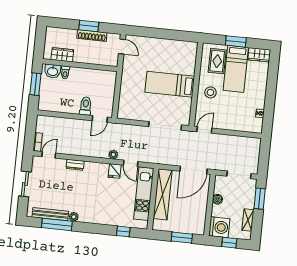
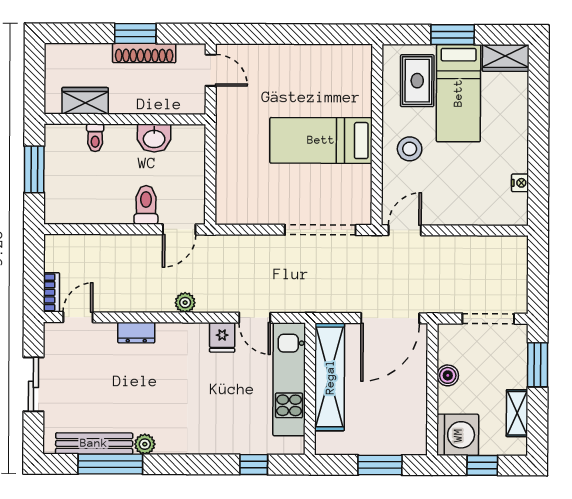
washbasin: (53, 71) -> (154, 138), moved
plant: (113, 155) -> (185, 303), moved

